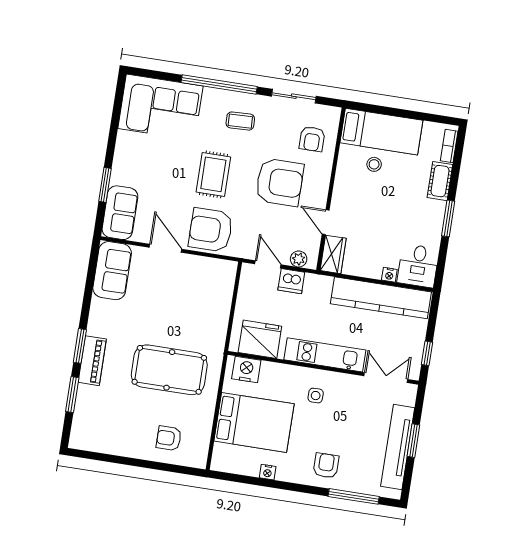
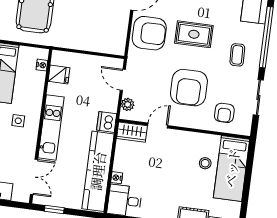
armchair: (312, 139) -> (224, 113), turned -90
armchair: (211, 230) -> (149, 33), turned 90
door: (268, 264) -> (123, 80), swing flipped
dishwasher: (291, 281) -> (107, 122), moved
fridge: (260, 339) -> (59, 74), width x0.53, depth x0.75
nightstand: (246, 369) -> (42, 65), width x0.53, depth x0.56

